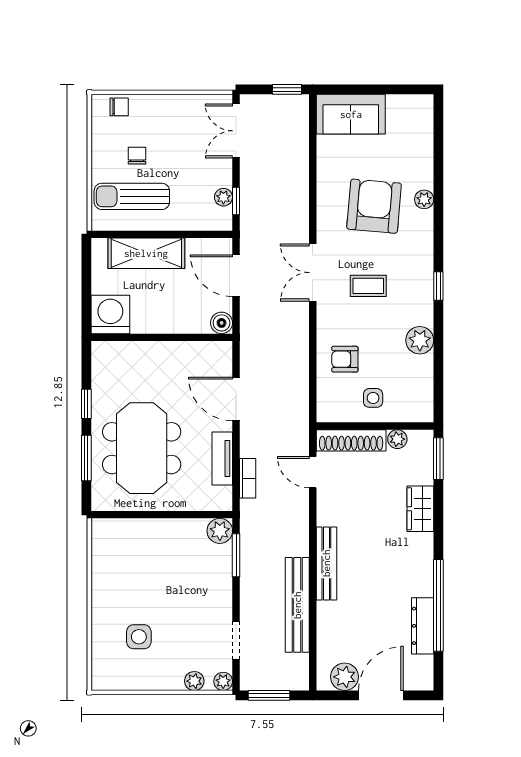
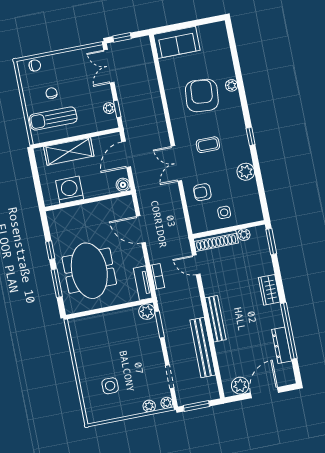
window: (287, 89) -> (122, 37), moved
double door: (313, 273) -> (176, 163), moved
door: (236, 276) -> (126, 154), hinge flipped
washing machine: (110, 314) -> (70, 190), moved
tv unit: (222, 459) -> (143, 283), moved
wardrobe: (420, 509) -> (269, 290), moved

